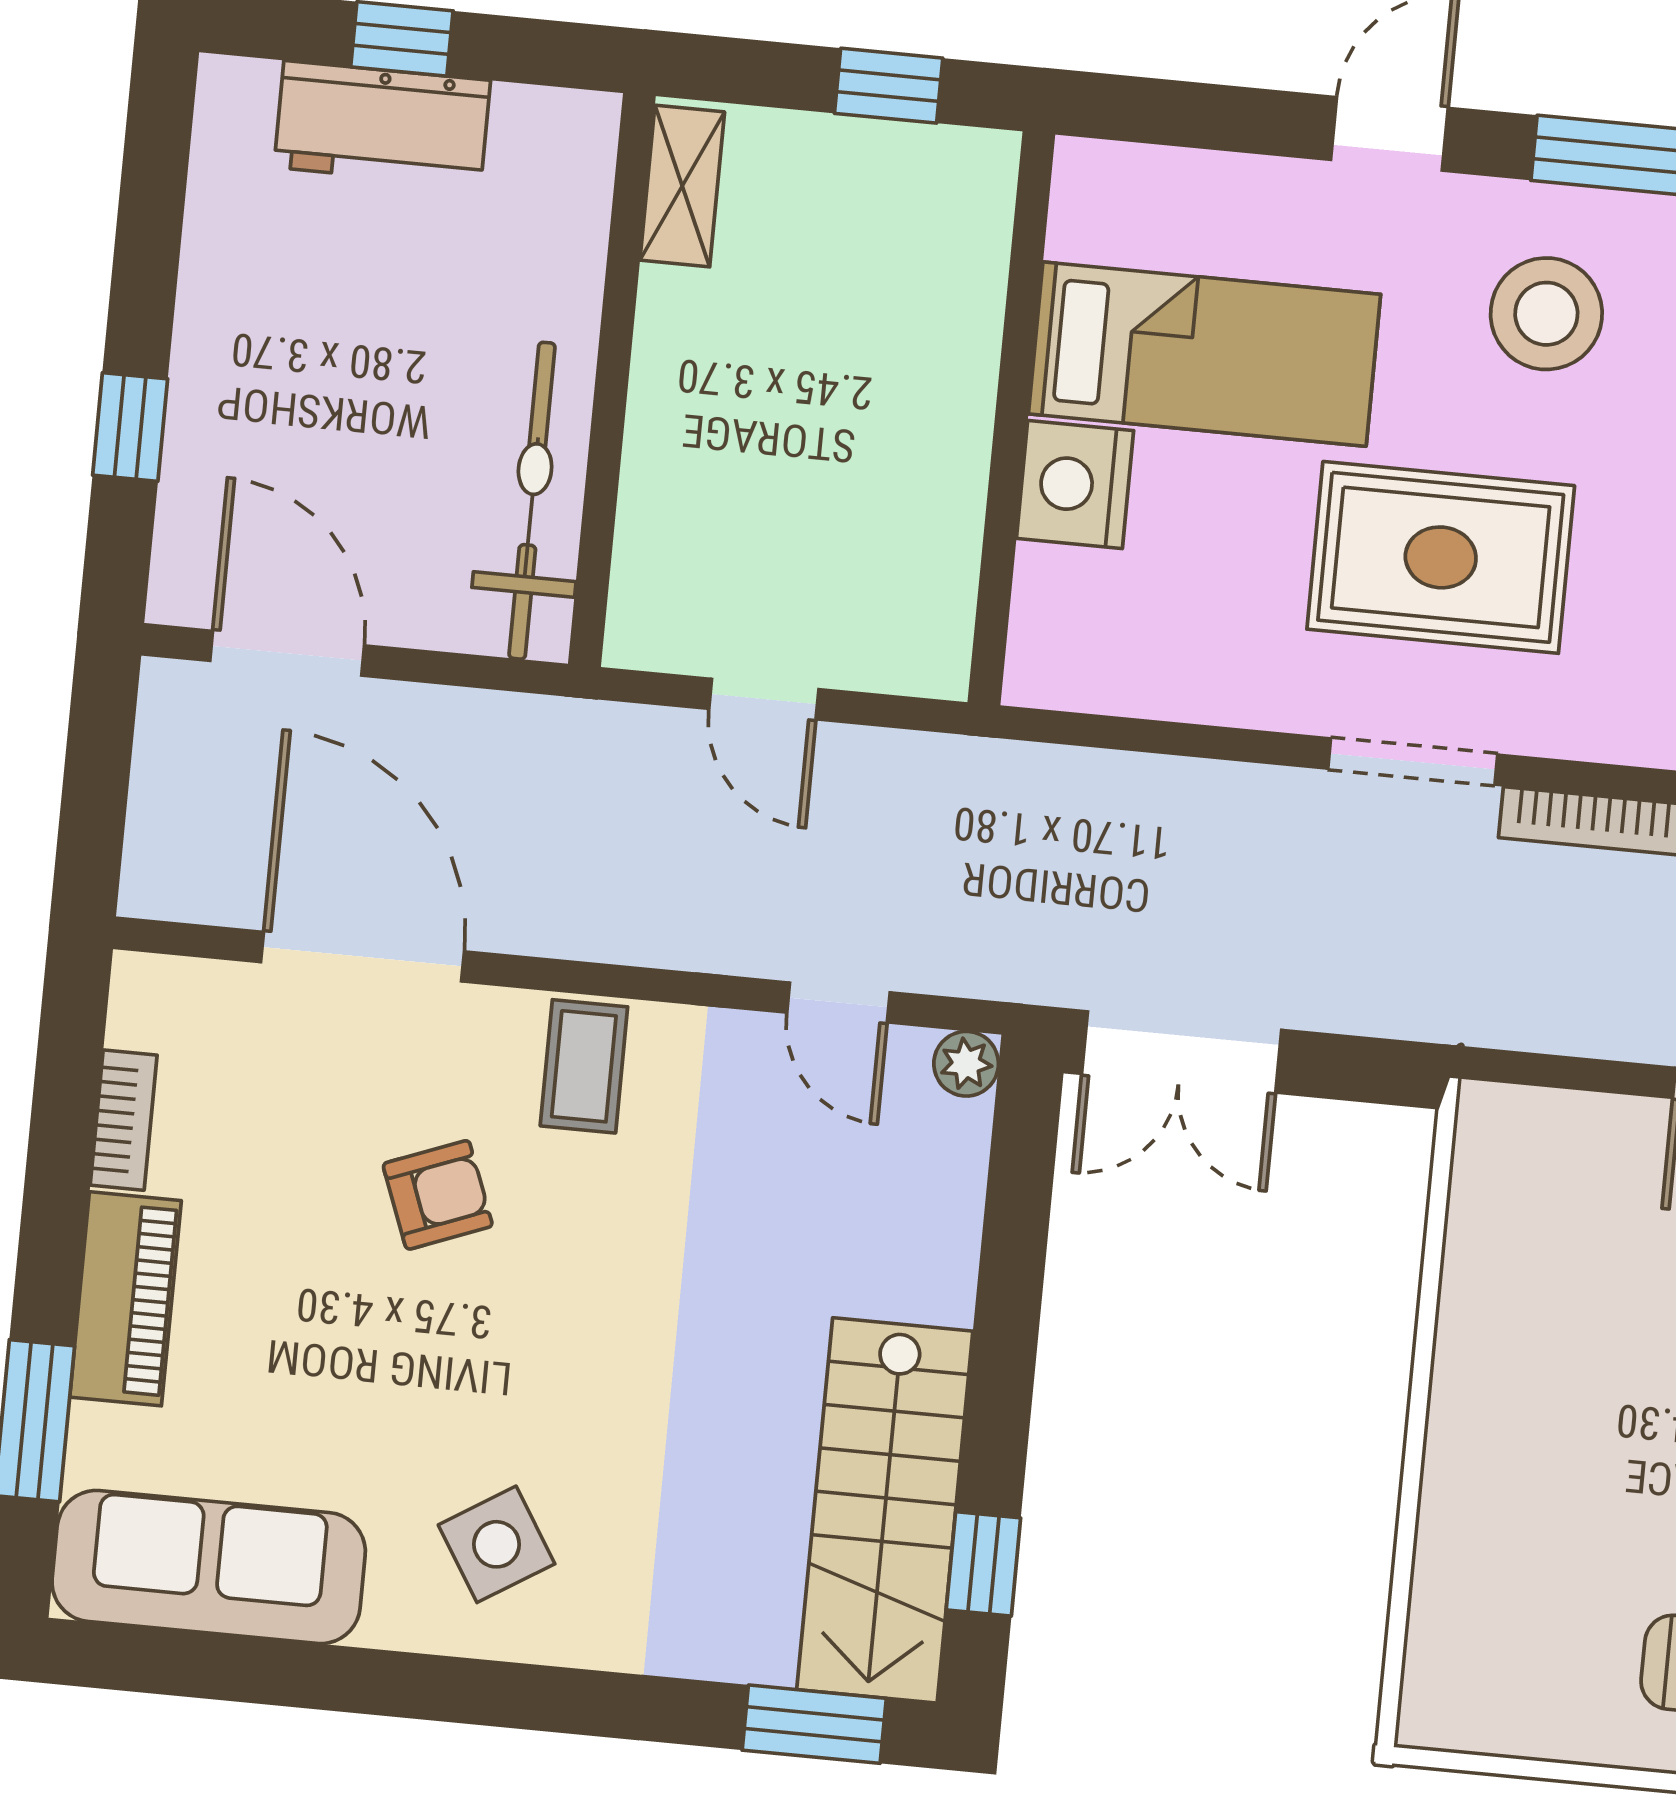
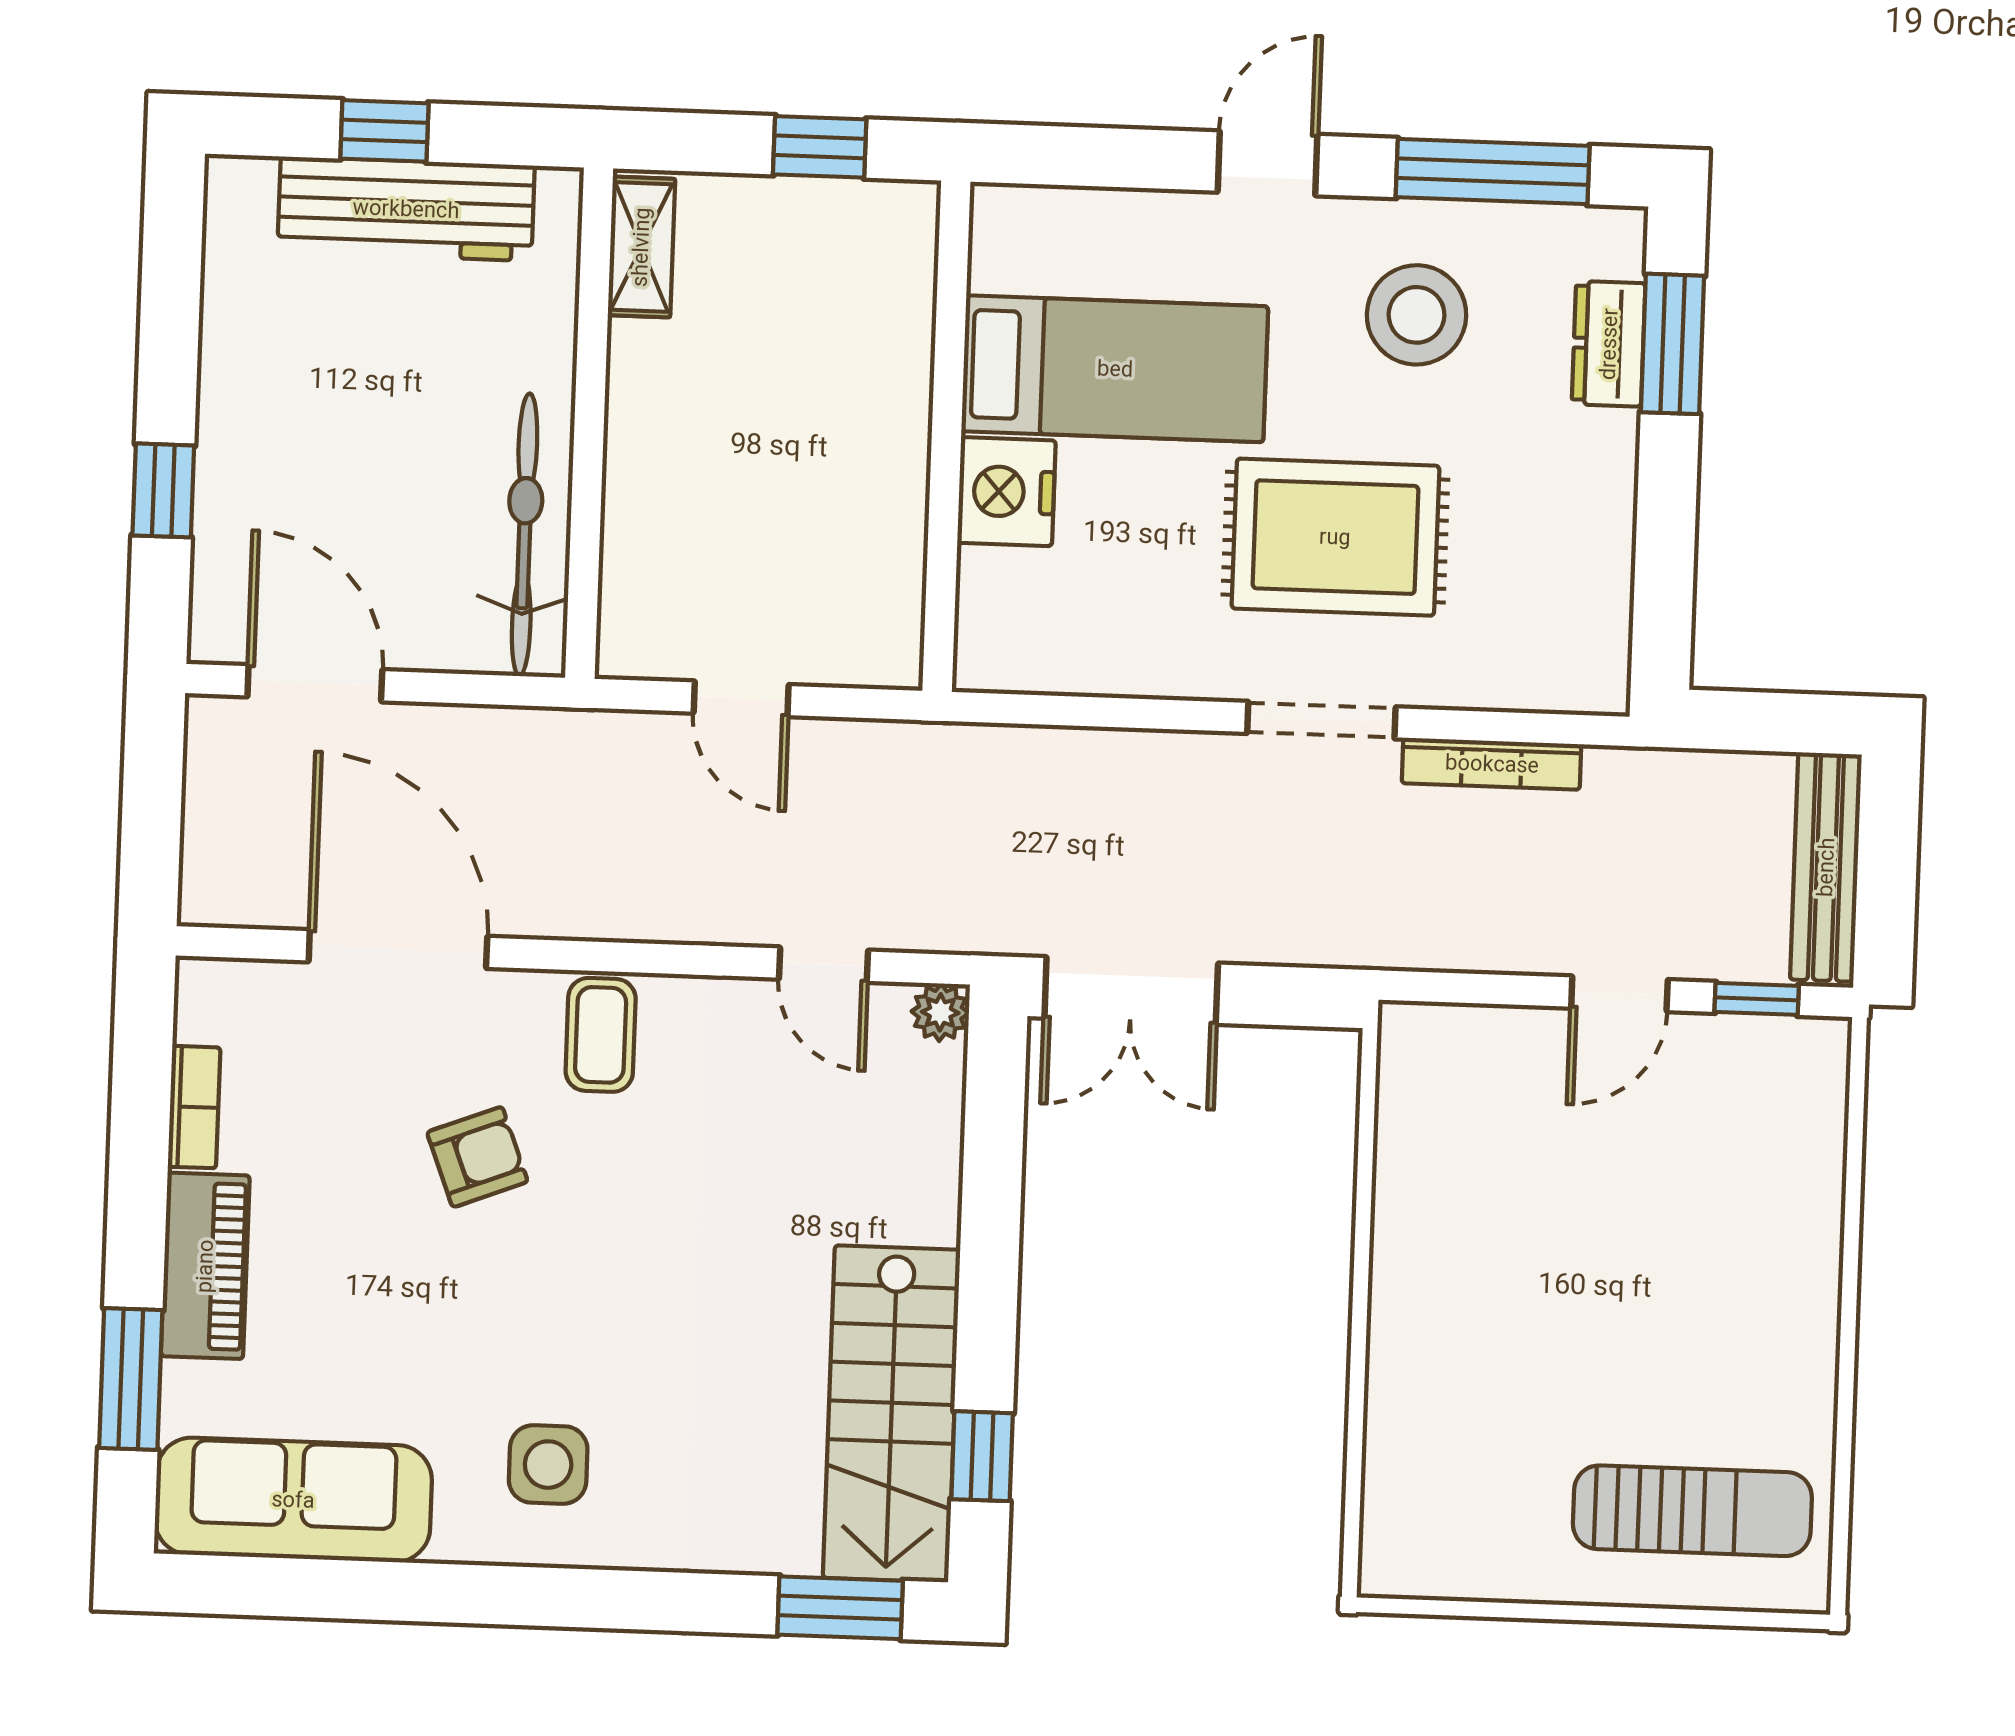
workbench: (382, 124) -> (406, 209), width x1.38
side table: (497, 1544) -> (548, 1465), turned 32

